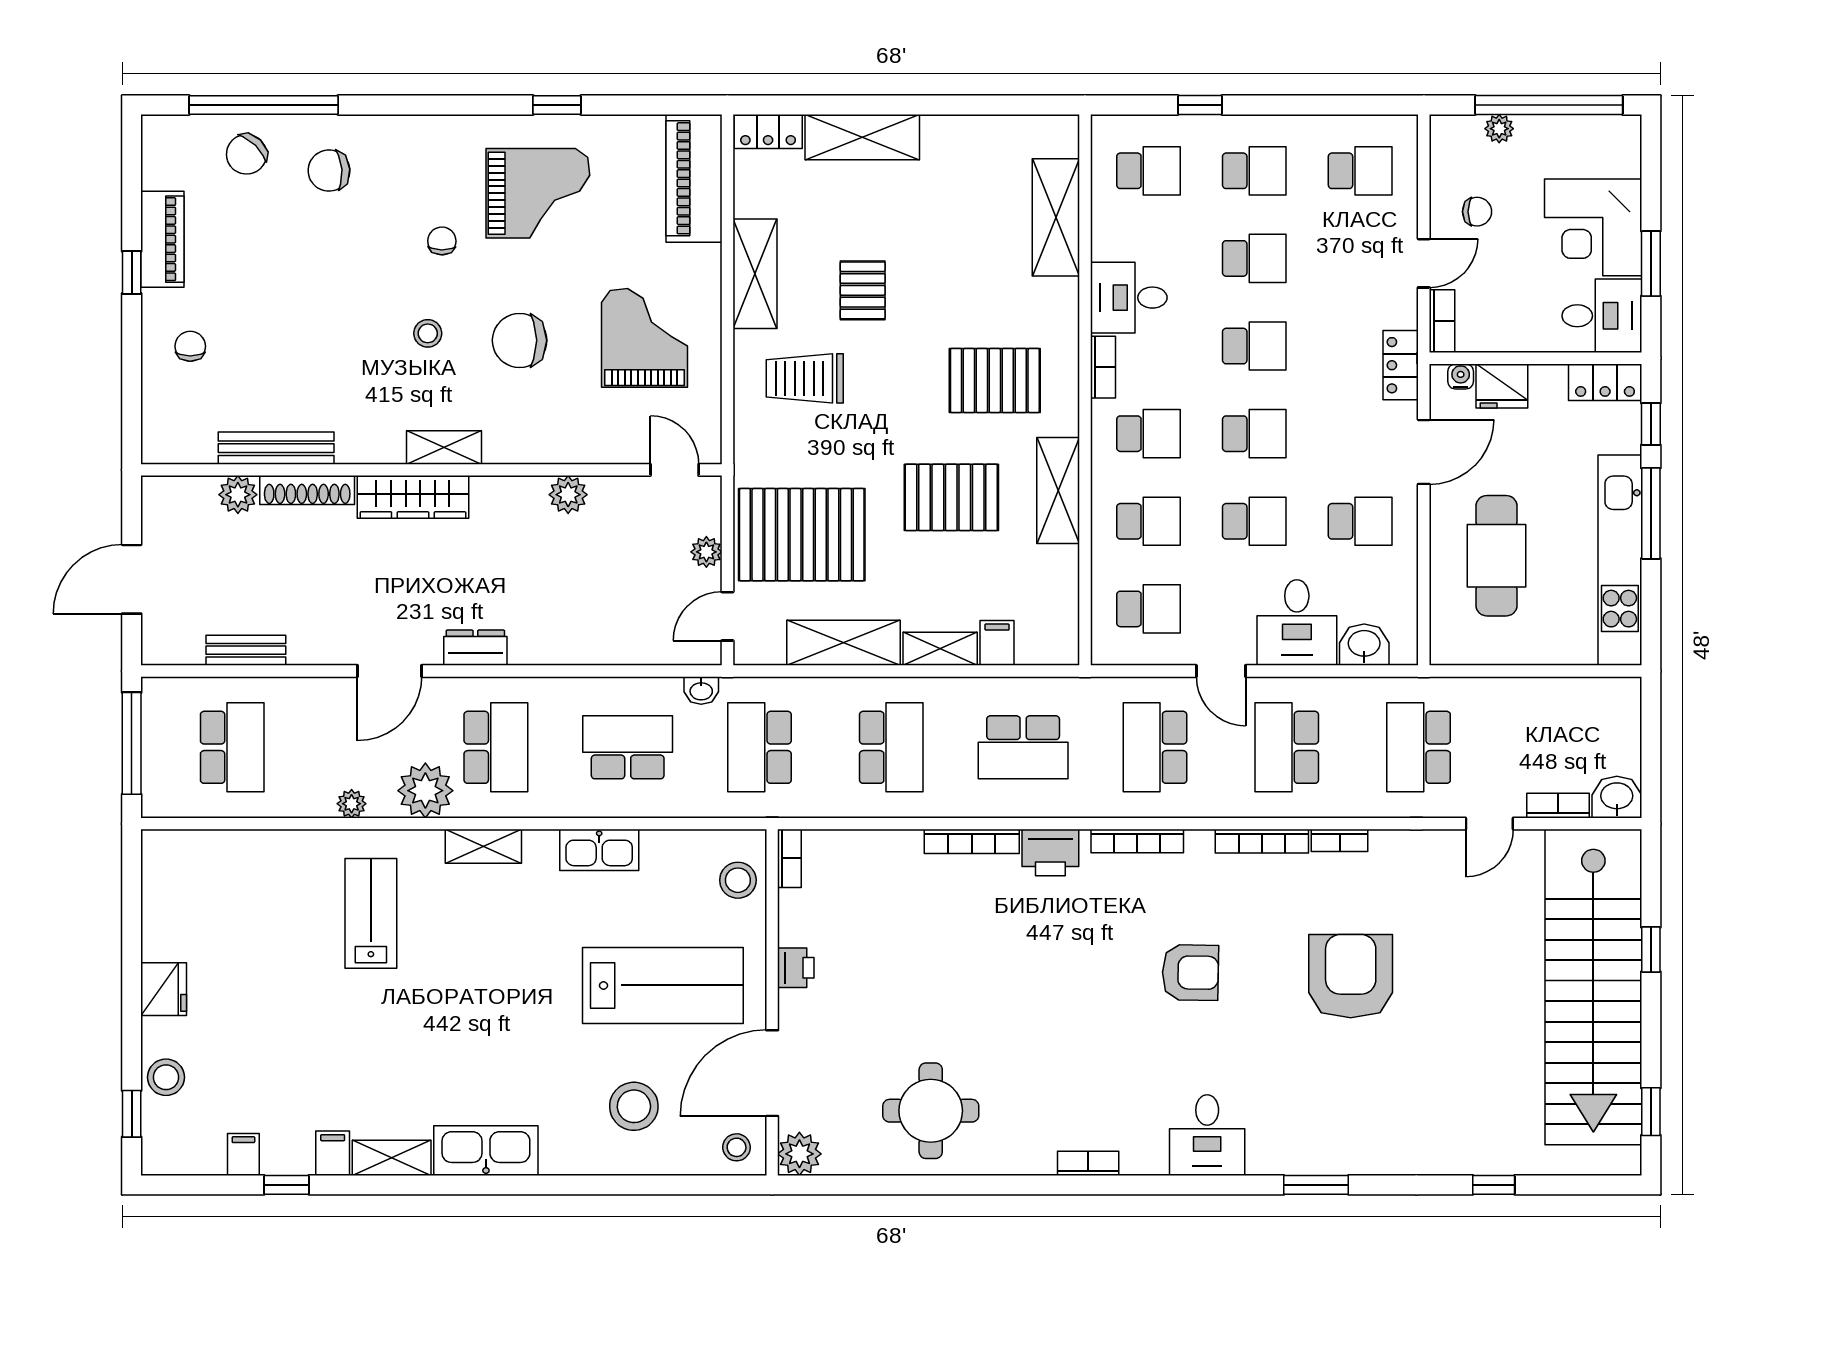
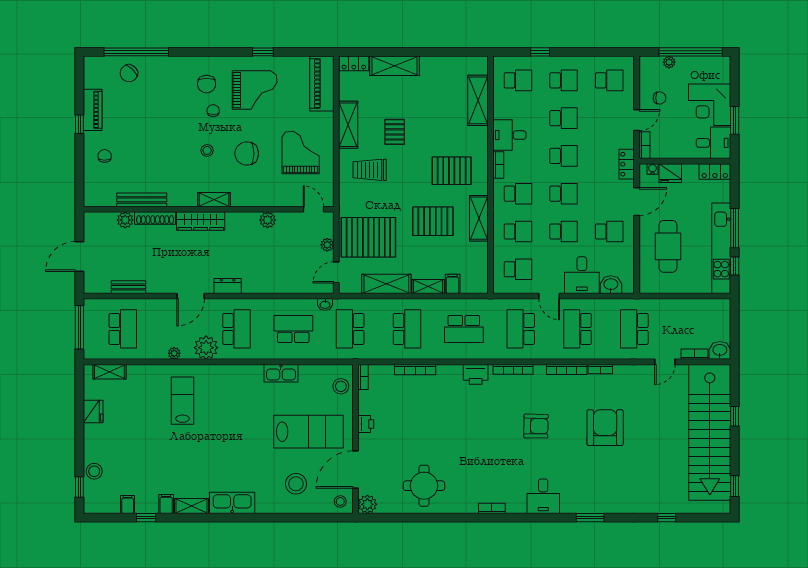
chair: (329, 171) -> (207, 84), moved, turned -86
window: (1651, 424) -> (735, 266), moved
bookcase: (972, 841) -> (415, 370), moved
shelving: (483, 846) -> (109, 372), moved
fridge: (164, 989) -> (93, 411), moved

